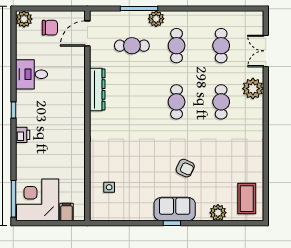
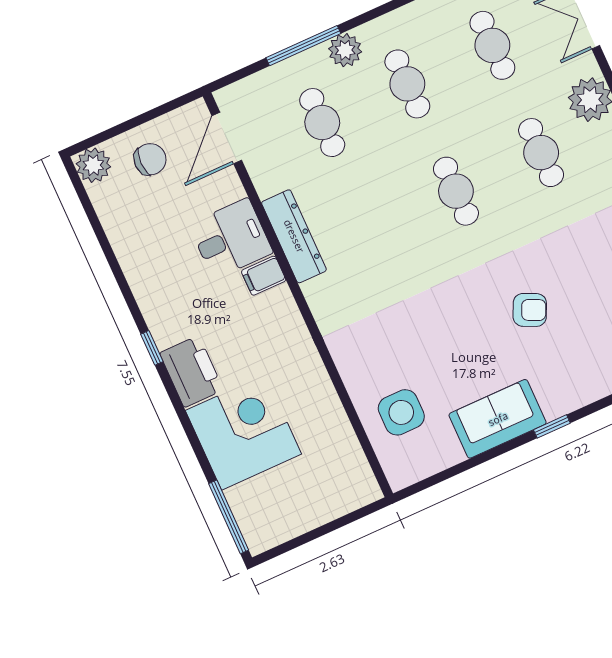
cafe table: (132, 46) -> (322, 123), turned 90
desk: (31, 74) -> (231, 239), moved, turned 180
printer: (23, 135) -> (192, 371), width x1.87, depth x1.48
side table: (109, 187) -> (401, 412), width x1.87, depth x1.87
corner desk: (38, 200) -> (243, 432), moved, turned 90
sofa: (175, 209) -> (498, 419), moved
filing cabinet: (66, 212) -> (264, 276), moved, turned -90

